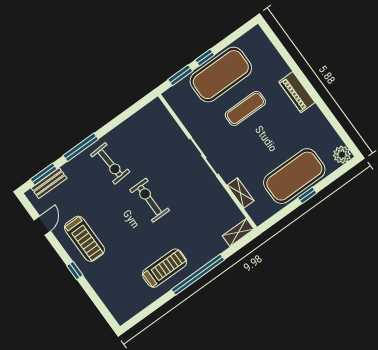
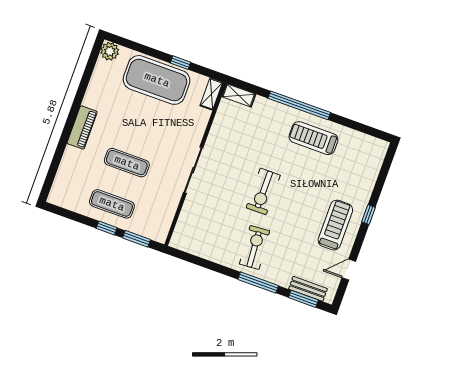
exercise mat: (221, 75) -> (112, 204), width x0.50, depth x0.69
shelving: (240, 193) -> (211, 94), moved
window: (307, 195) -> (180, 63), moved

